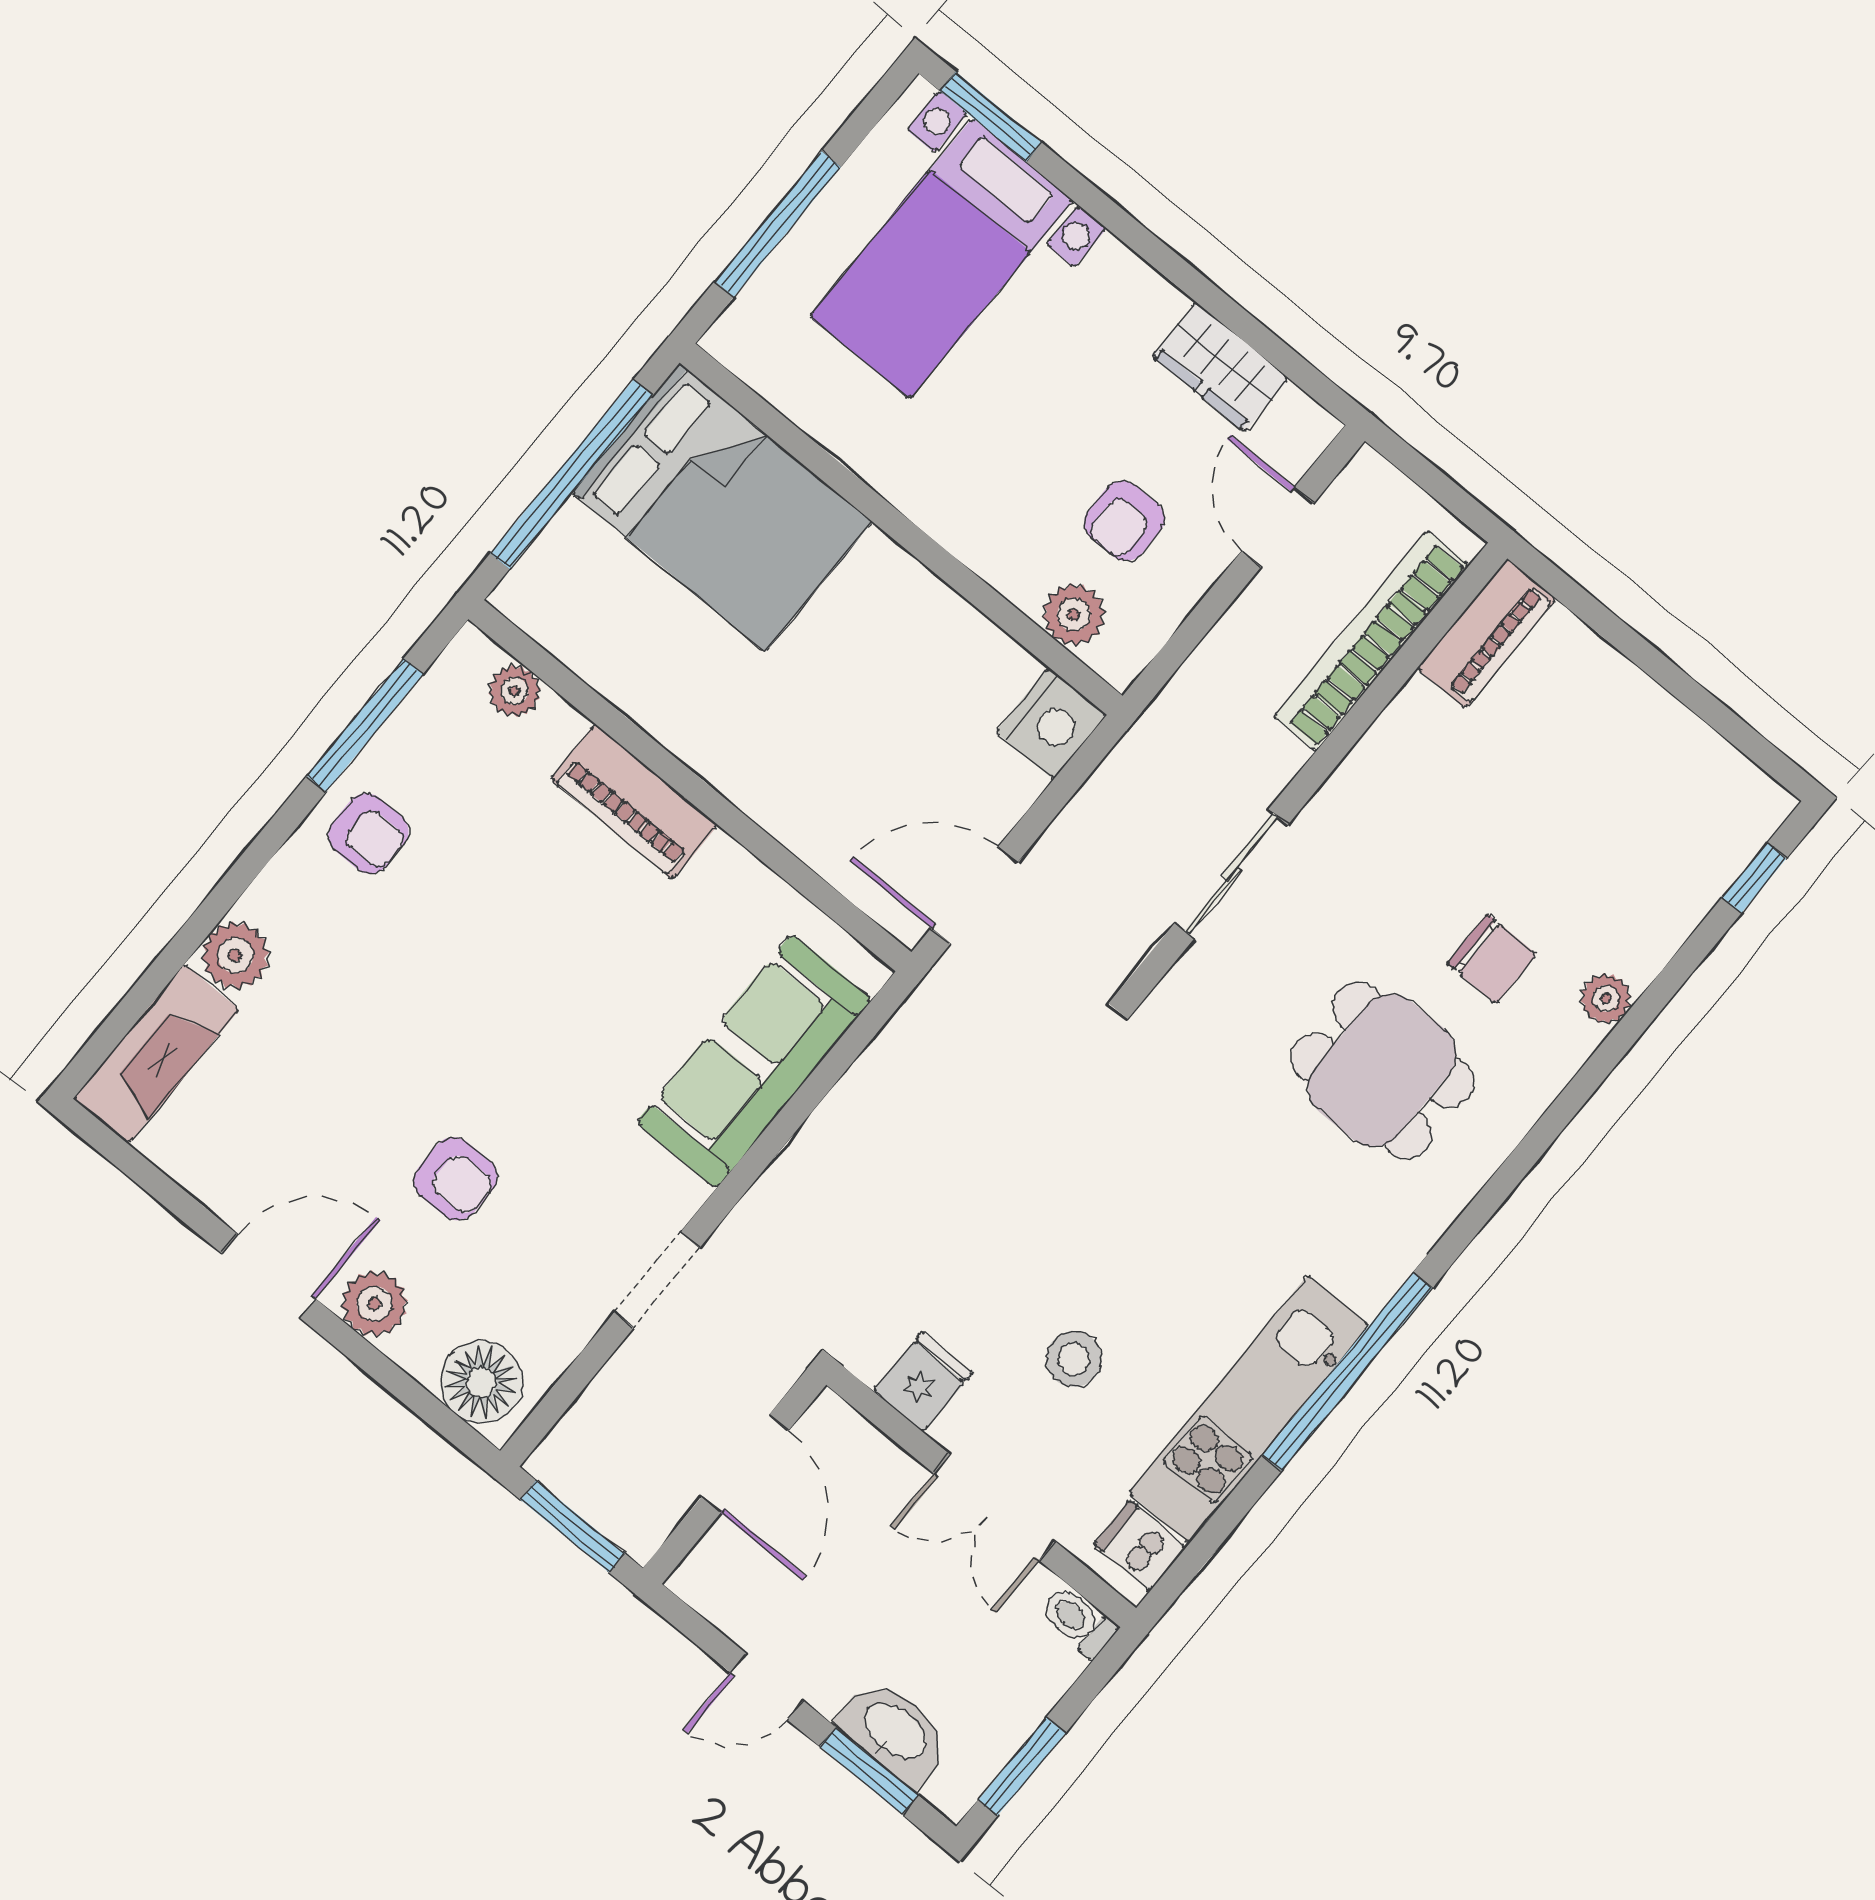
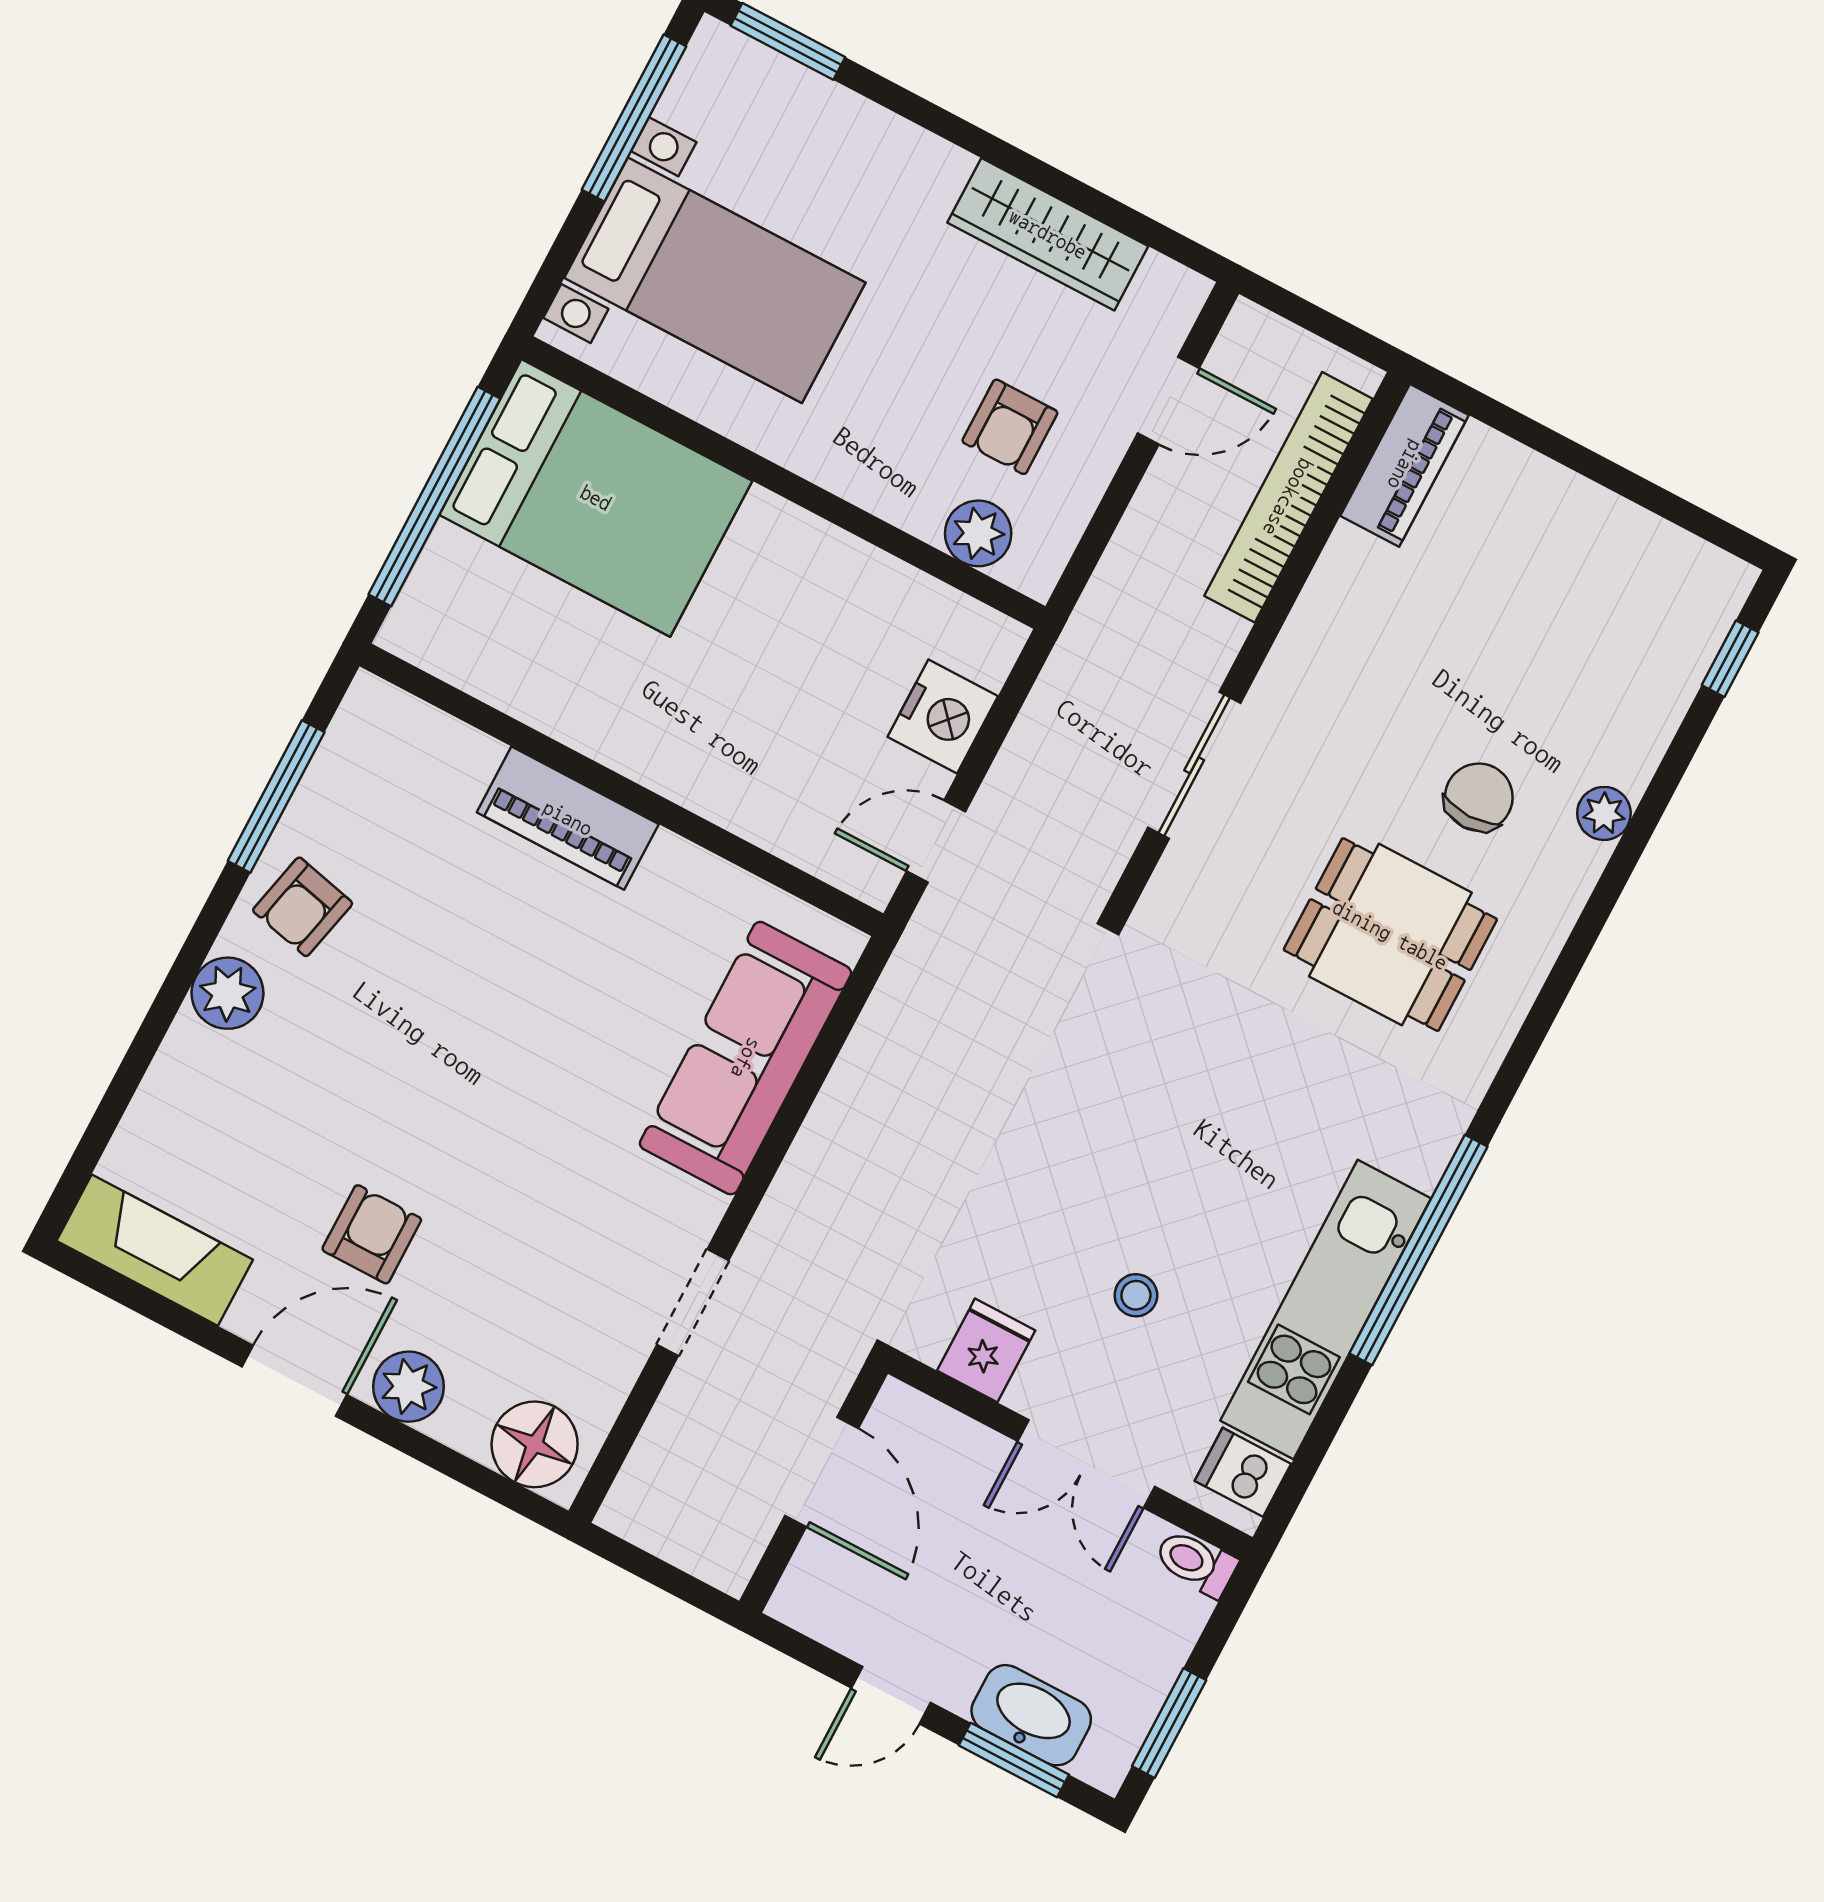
window: (778, 224) -> (634, 118), moved
bed with nightstands: (941, 258) -> (715, 280), moved, turned -90
wardrobe: (1220, 367) -> (1048, 234), width x1.50
door: (1278, 527) -> (1168, 401), swing flipped
plant: (514, 691) -> (422, 730), removed
nightstand: (1051, 723) -> (943, 717), moved
armchair: (368, 833) -> (303, 907), turned 103
door: (975, 895) -> (936, 841), width x0.73
plant: (235, 955) -> (227, 993), moved
chair: (1492, 959) -> (1479, 797), turned -90
fireplace: (156, 1054) -> (155, 1250), moved, turned -90
armchair: (455, 1179) -> (372, 1234), moved, turned -90
stool: (1074, 1359) -> (1136, 1295), width x0.73, depth x0.73
window: (572, 1526) -> (658, 1573), removed

